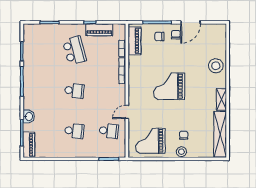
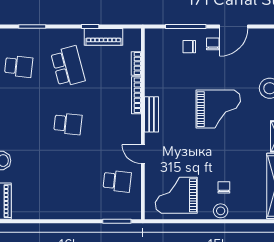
piano: (135, 41) -> (154, 53), removed
bench: (133, 84) -> (152, 114), added
grand piano: (169, 86) -> (218, 109), moved, turned 180
door: (127, 112) -> (143, 154), hinge flipped
school desk: (74, 131) -> (19, 66), moved

